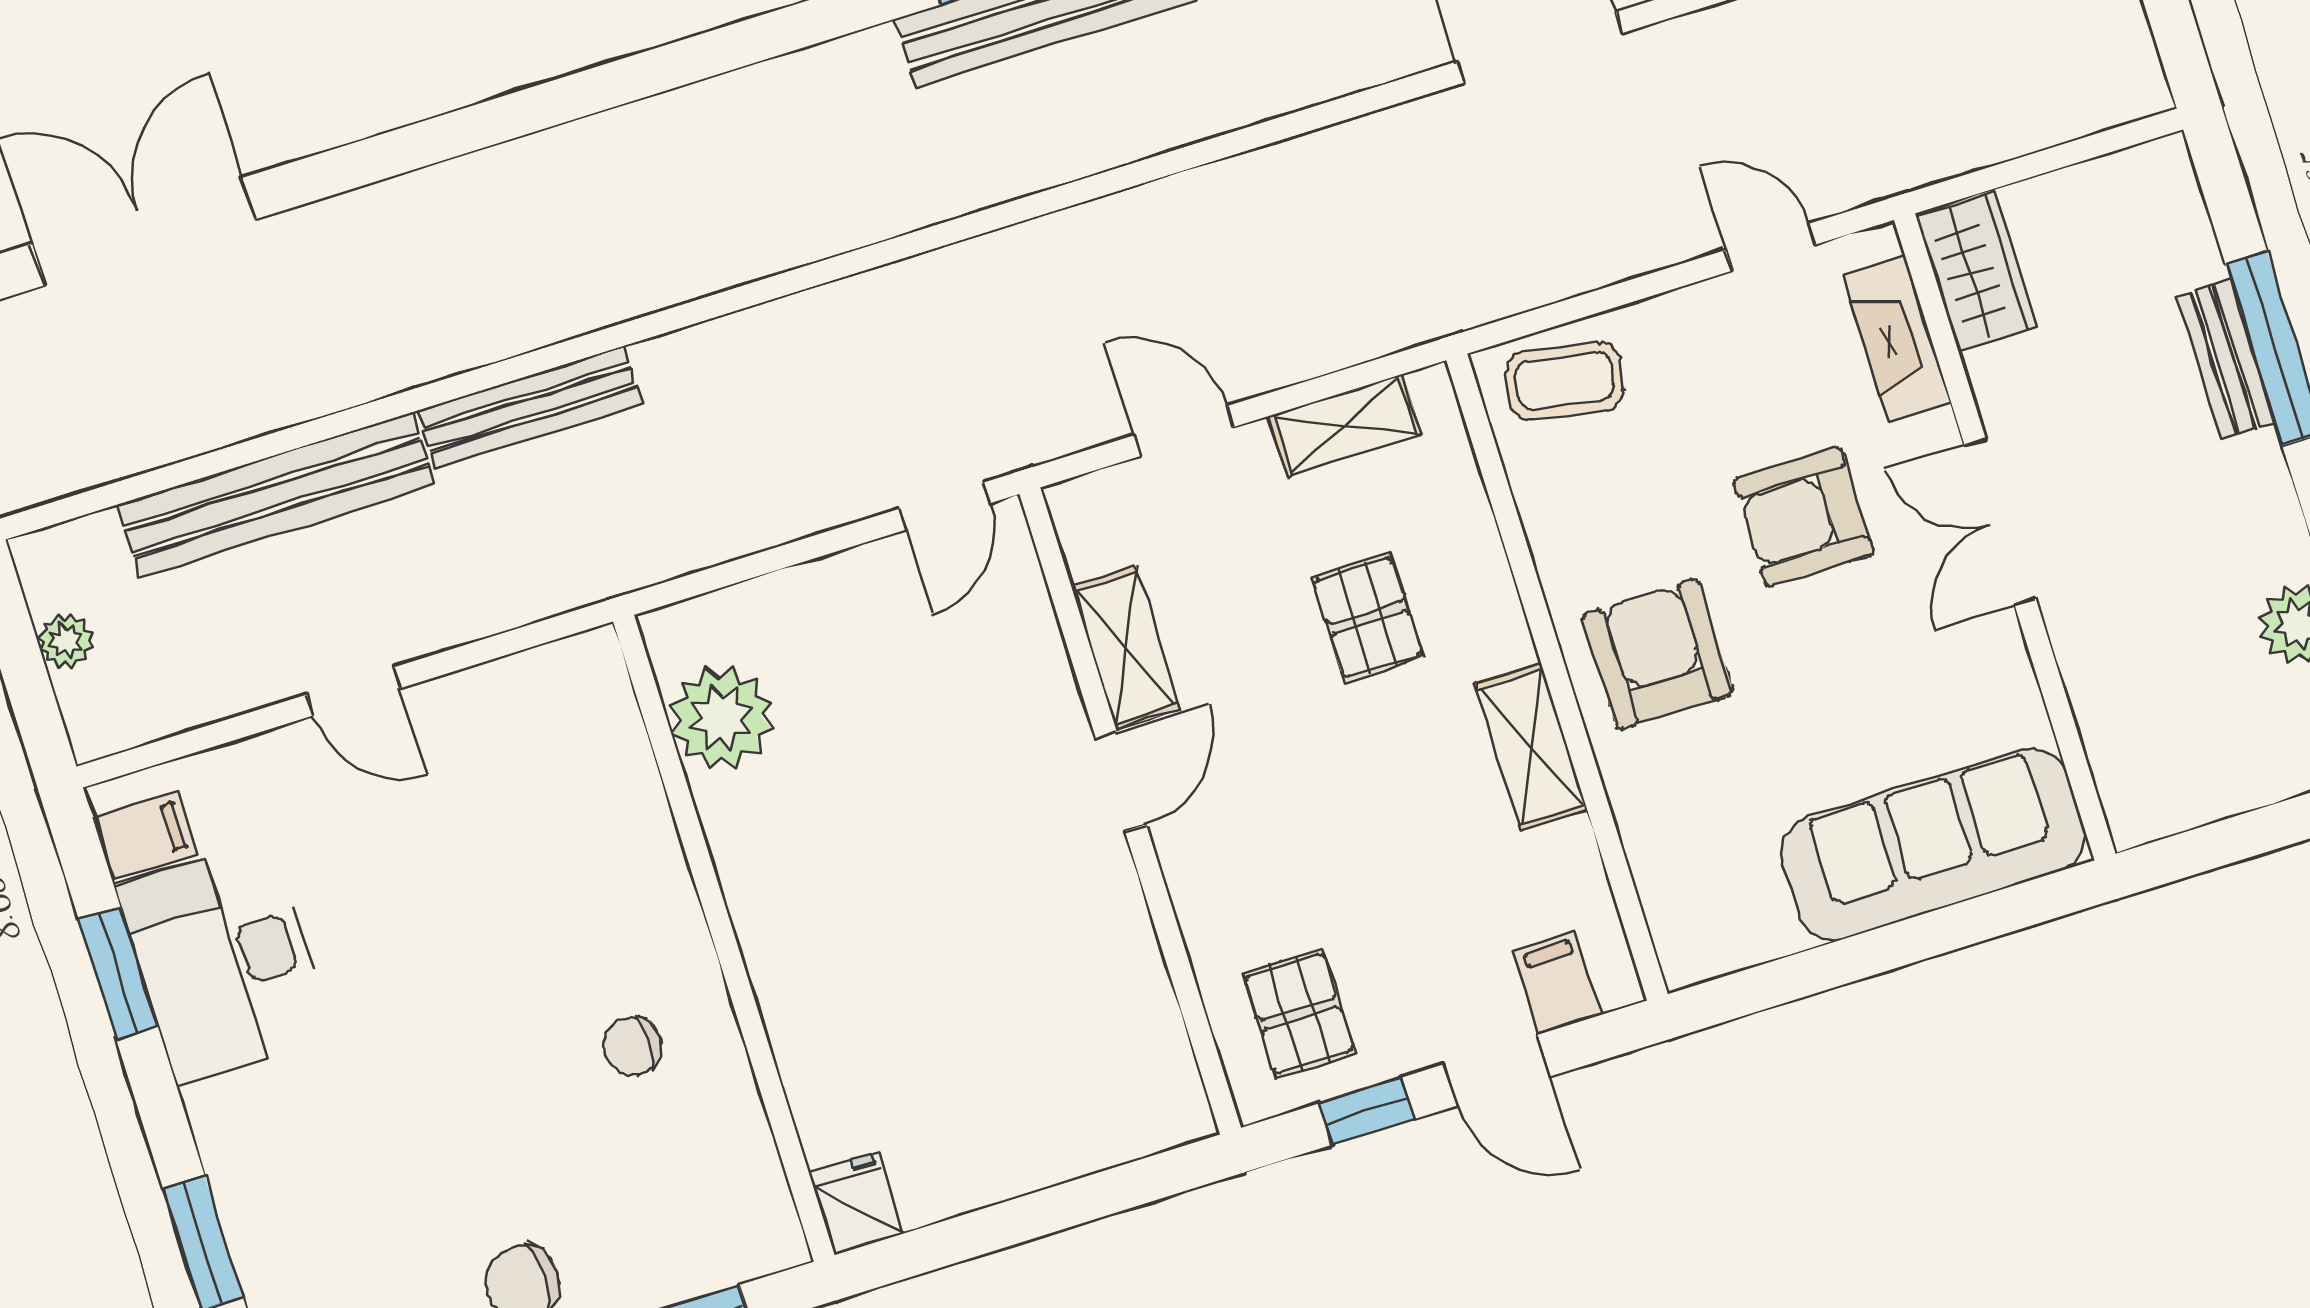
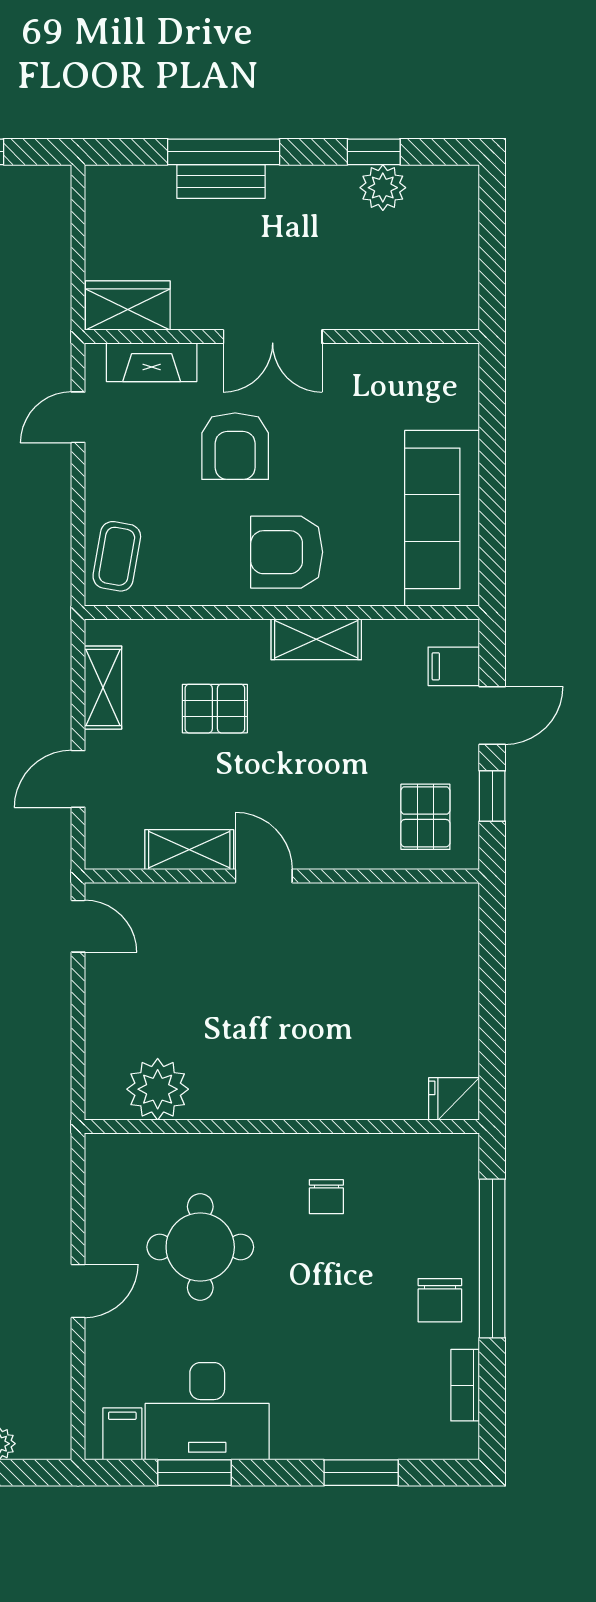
sofa: (1933, 844) -> (442, 518), moved
round table: (487, 867) -> (200, 1247), added
pallet: (1299, 1014) -> (425, 817), turned 90

